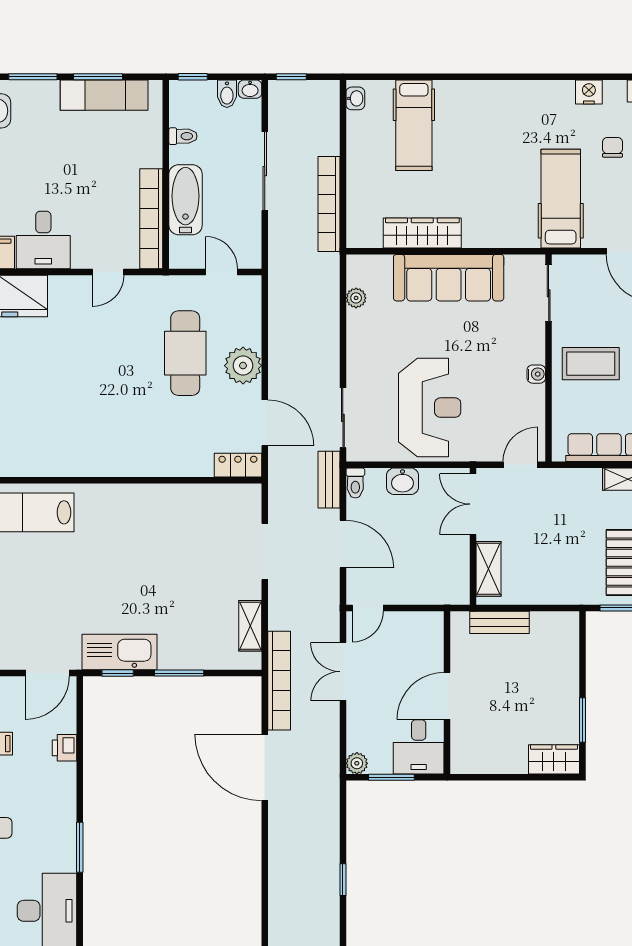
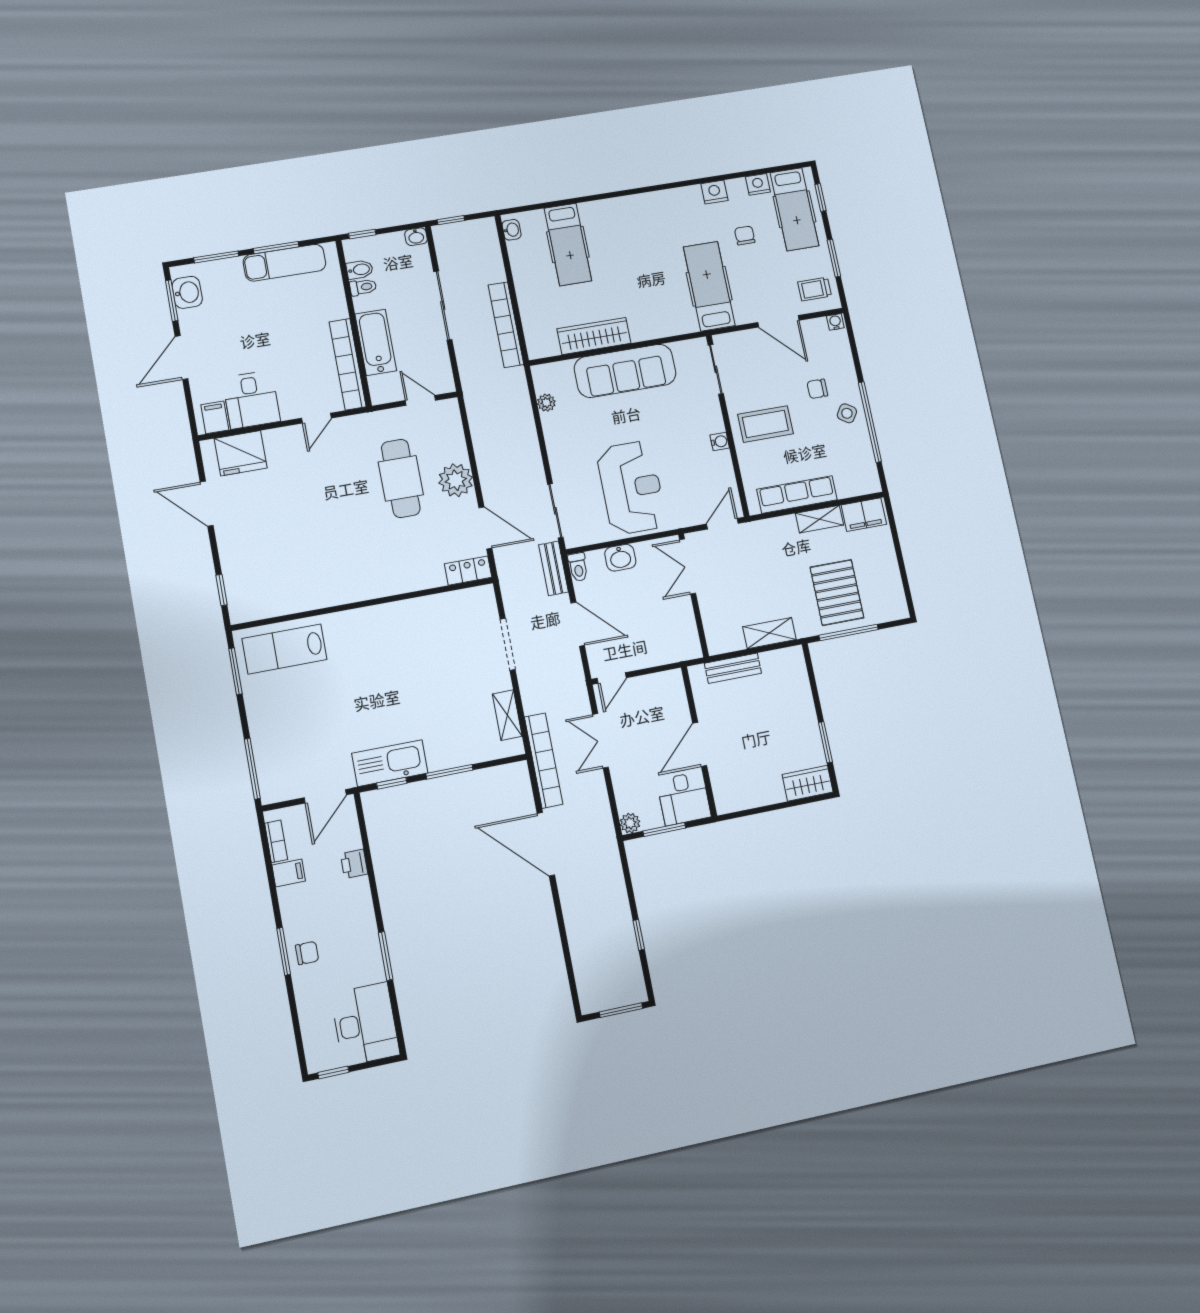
bidet: (227, 94) -> (360, 270), moved, turned -90
shelving: (489, 569) -> (769, 633), moved, turned 90

